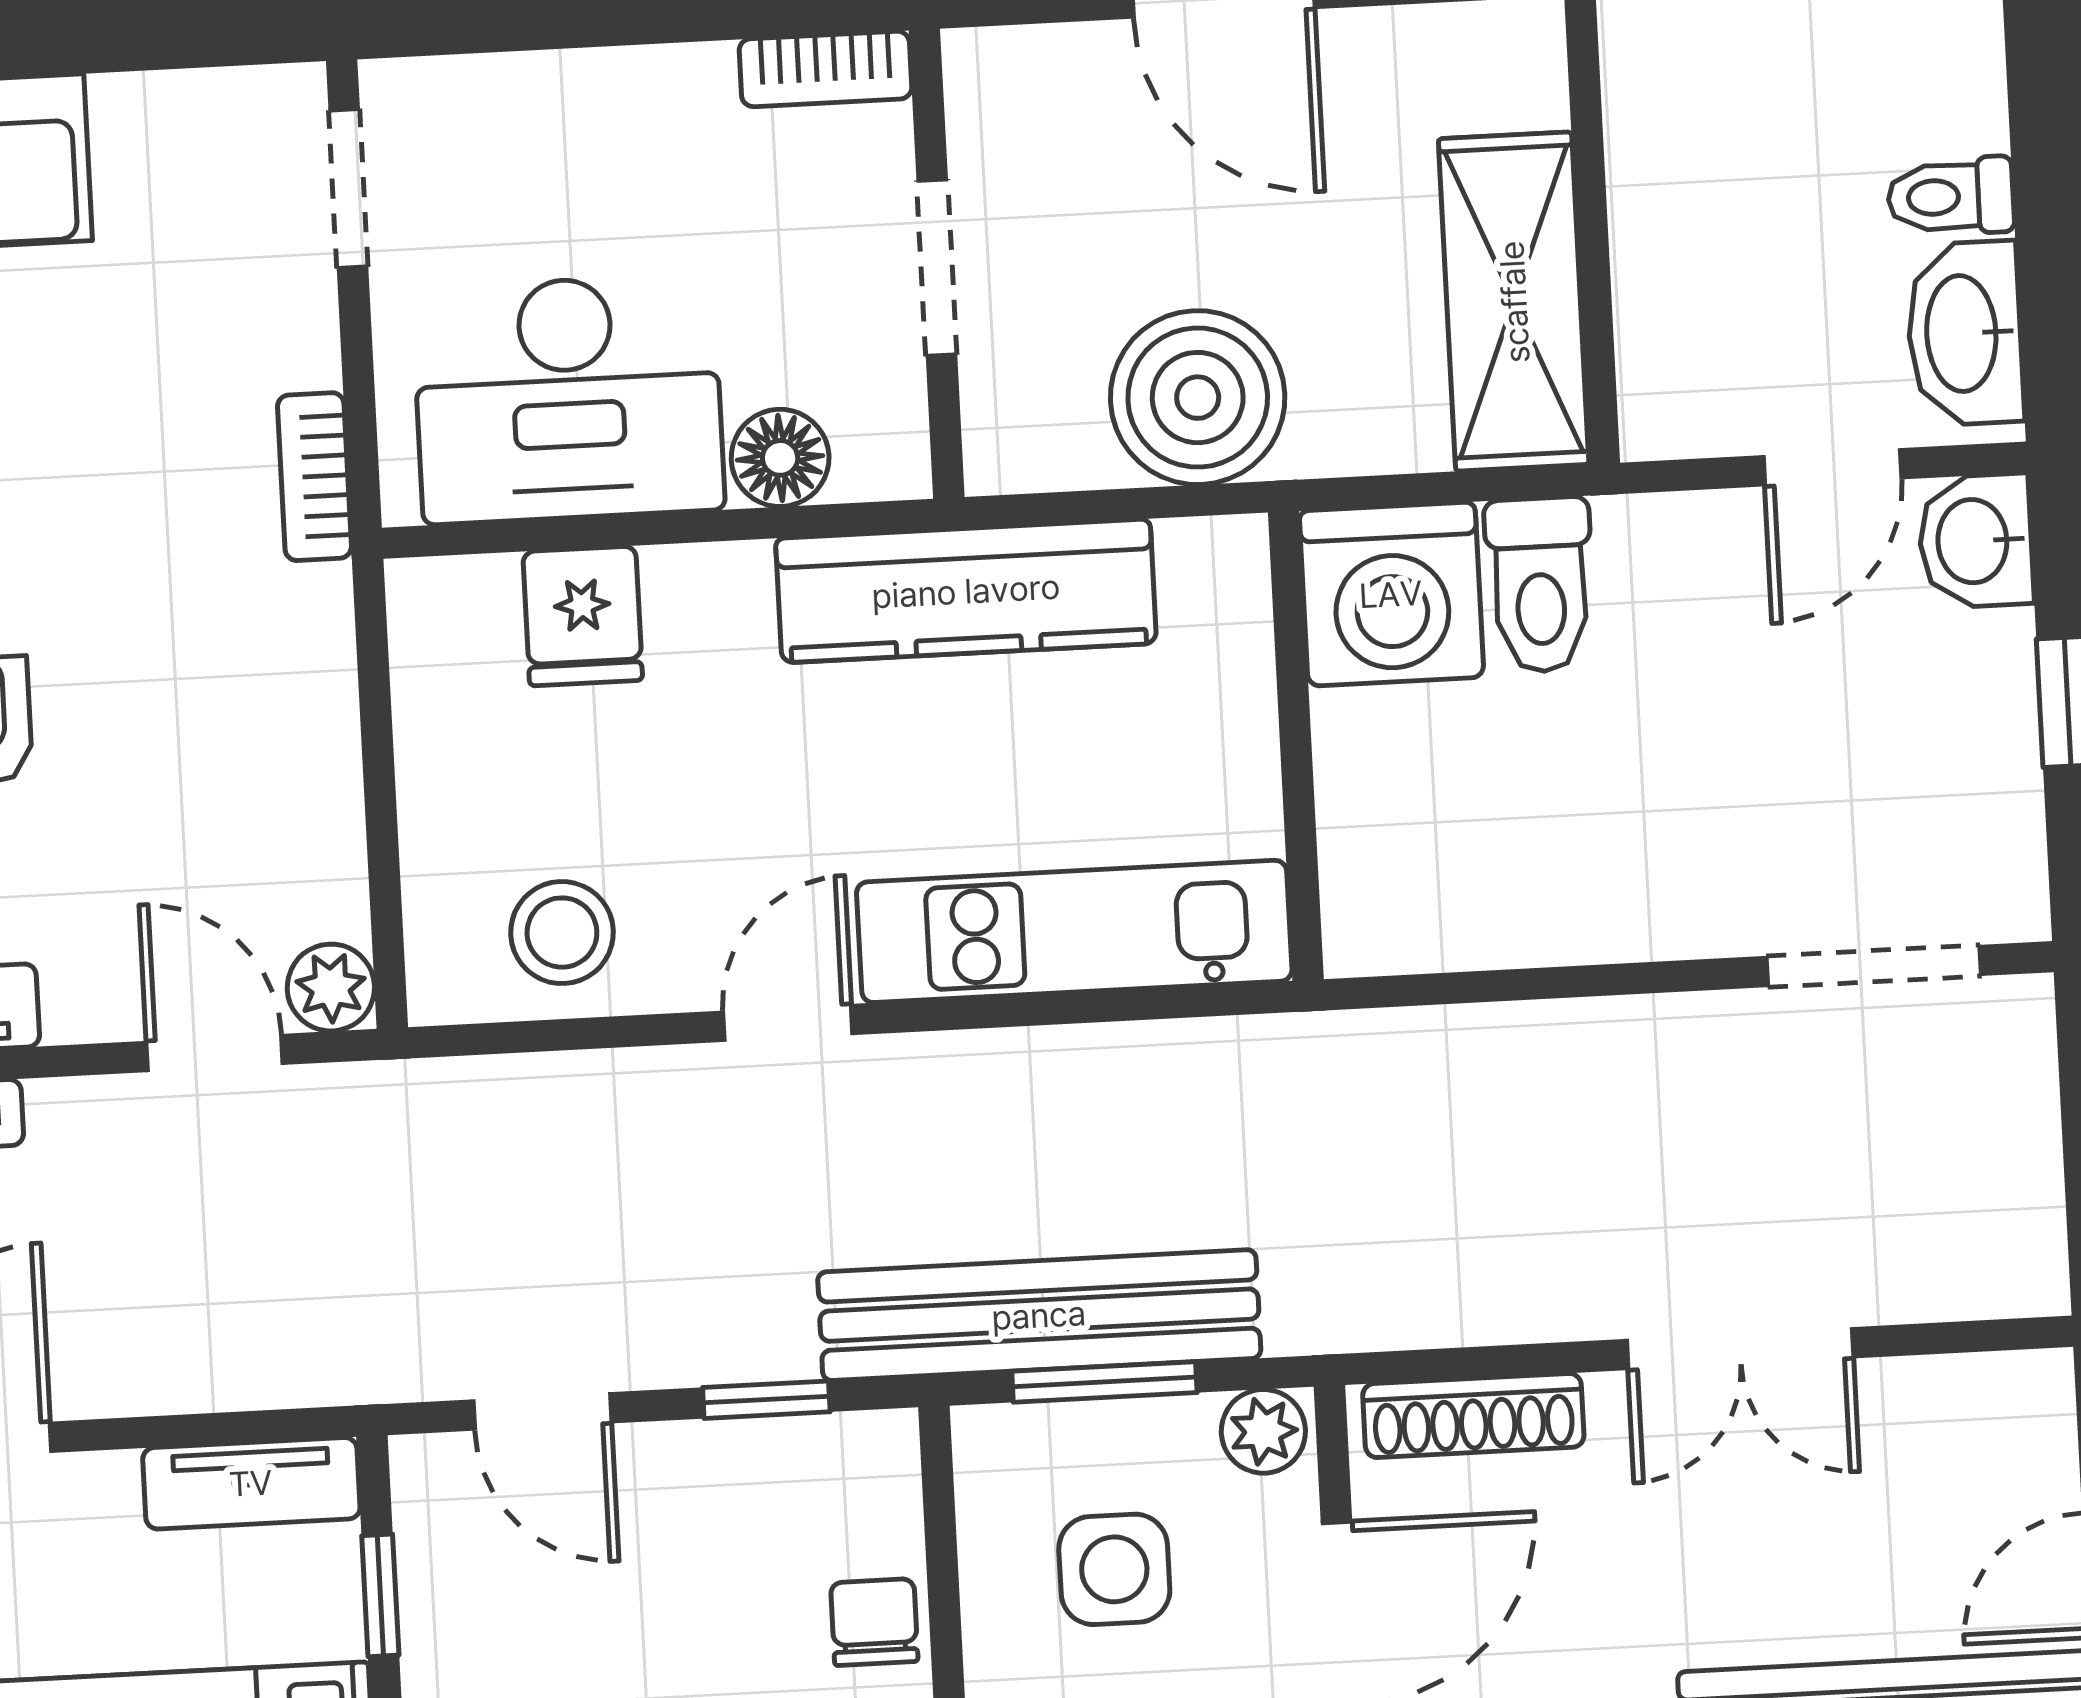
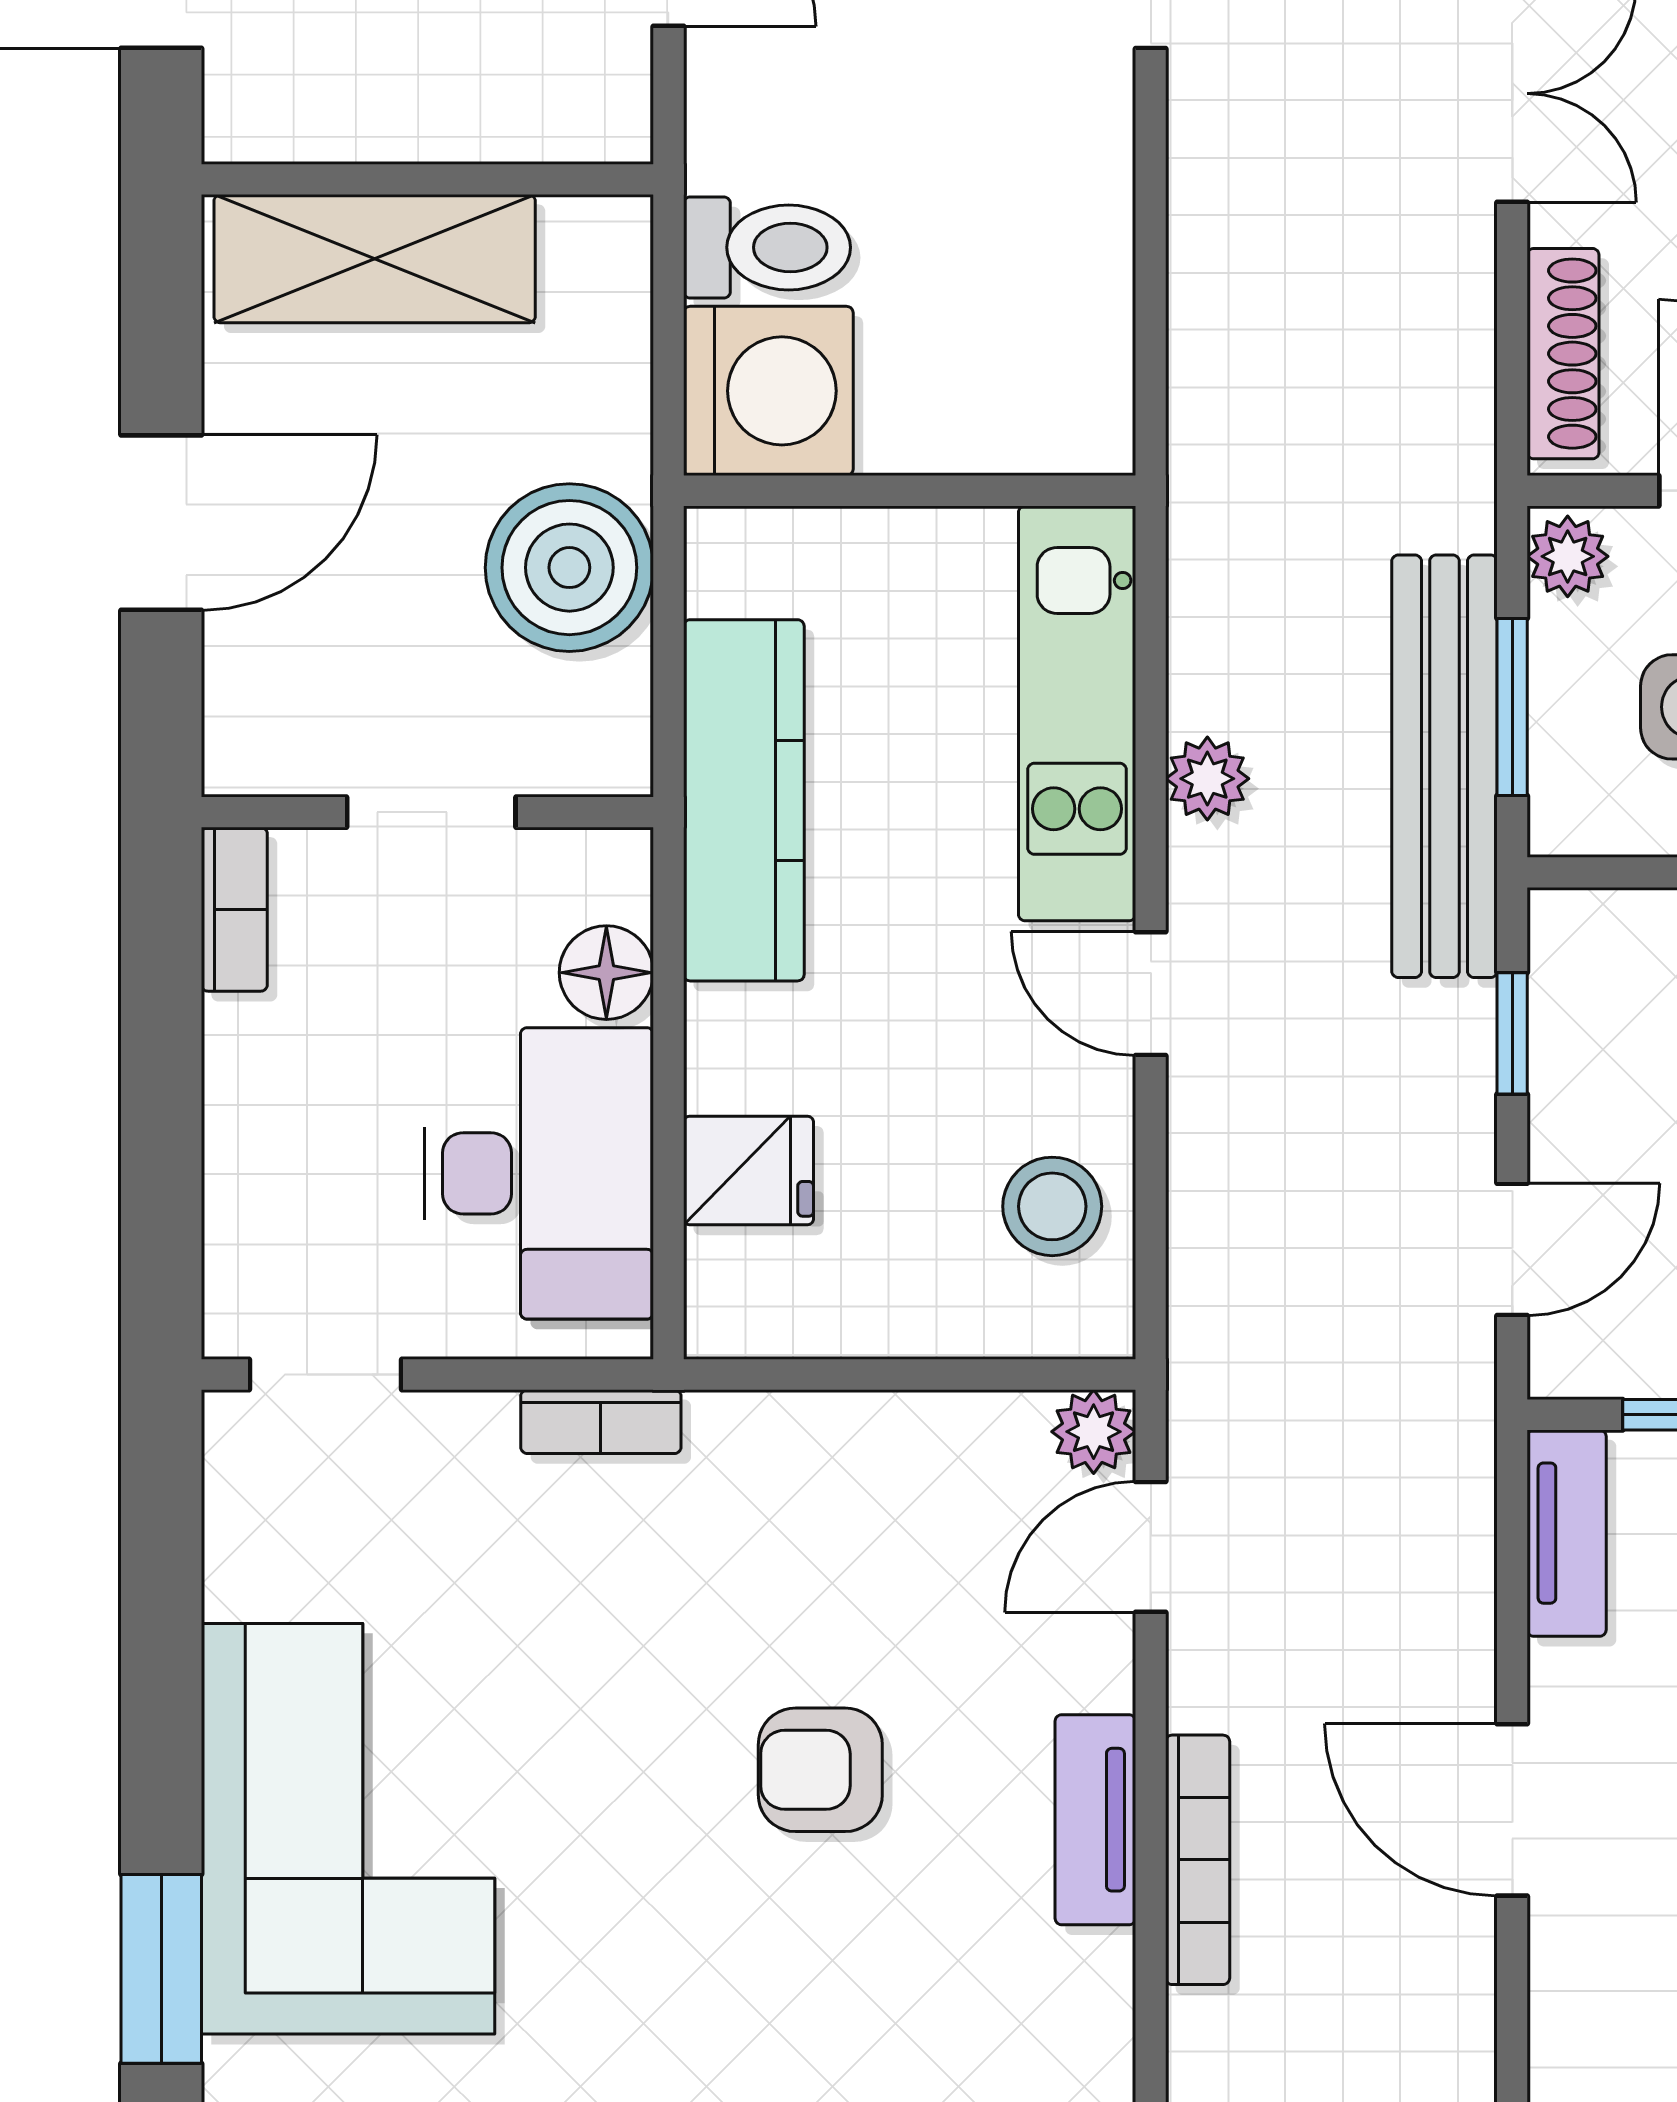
shelving: (1514, 302) -> (375, 259), moved
plant: (1014, 1070) -> (1207, 779), added

